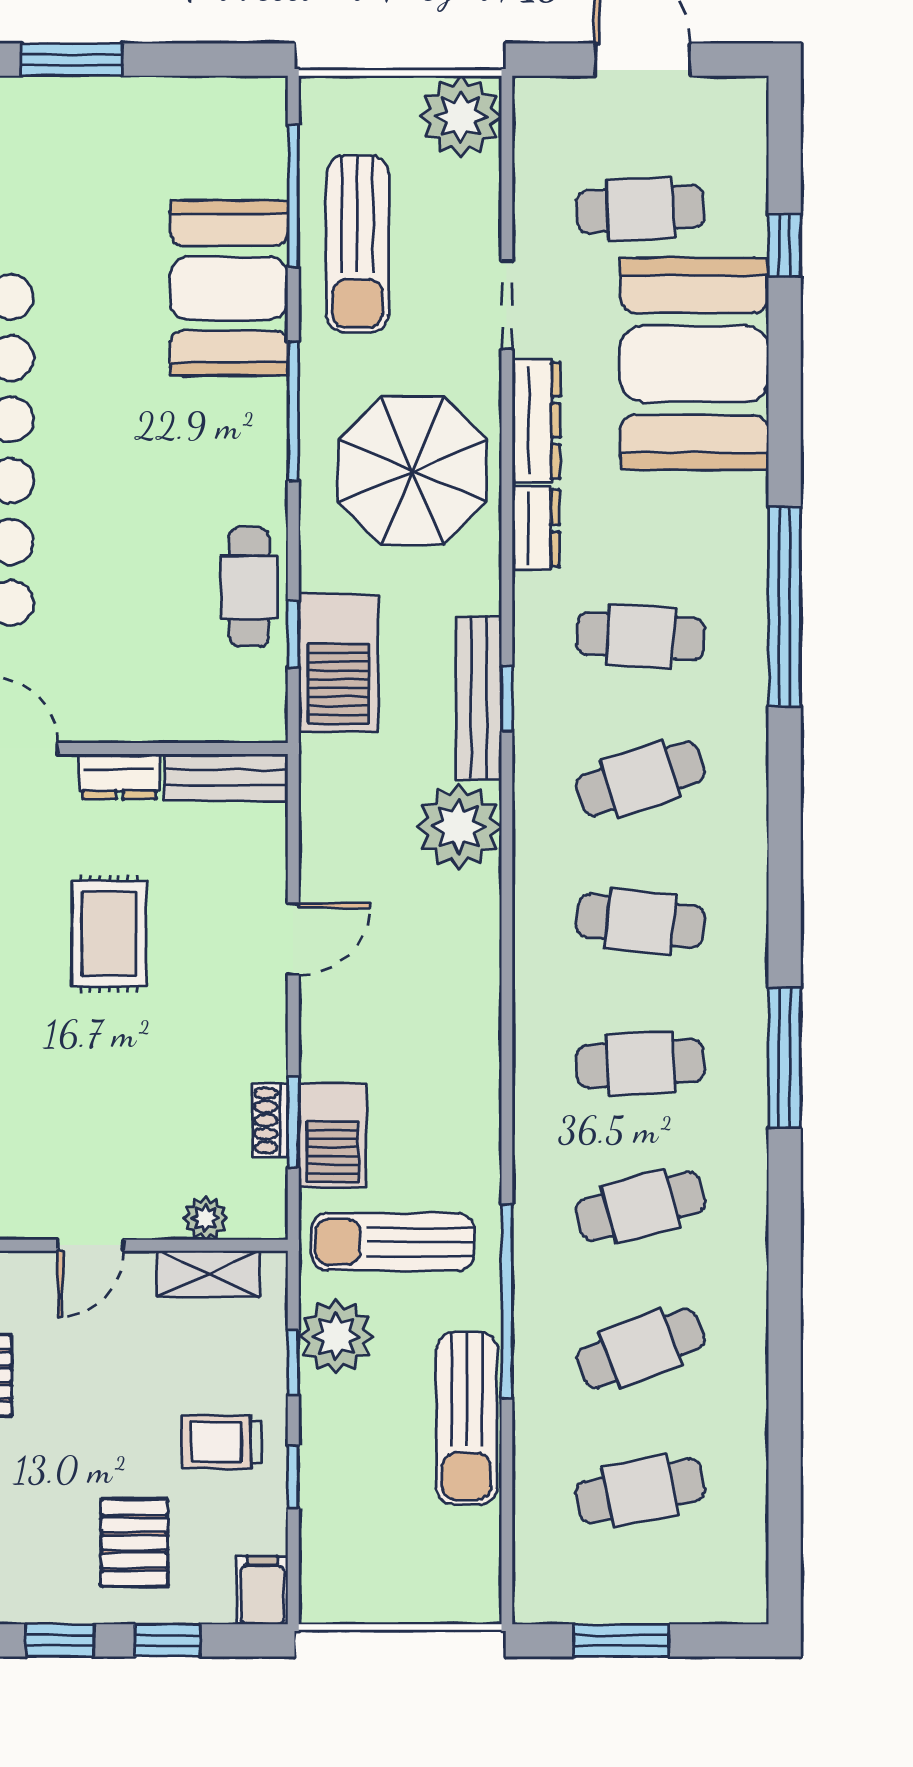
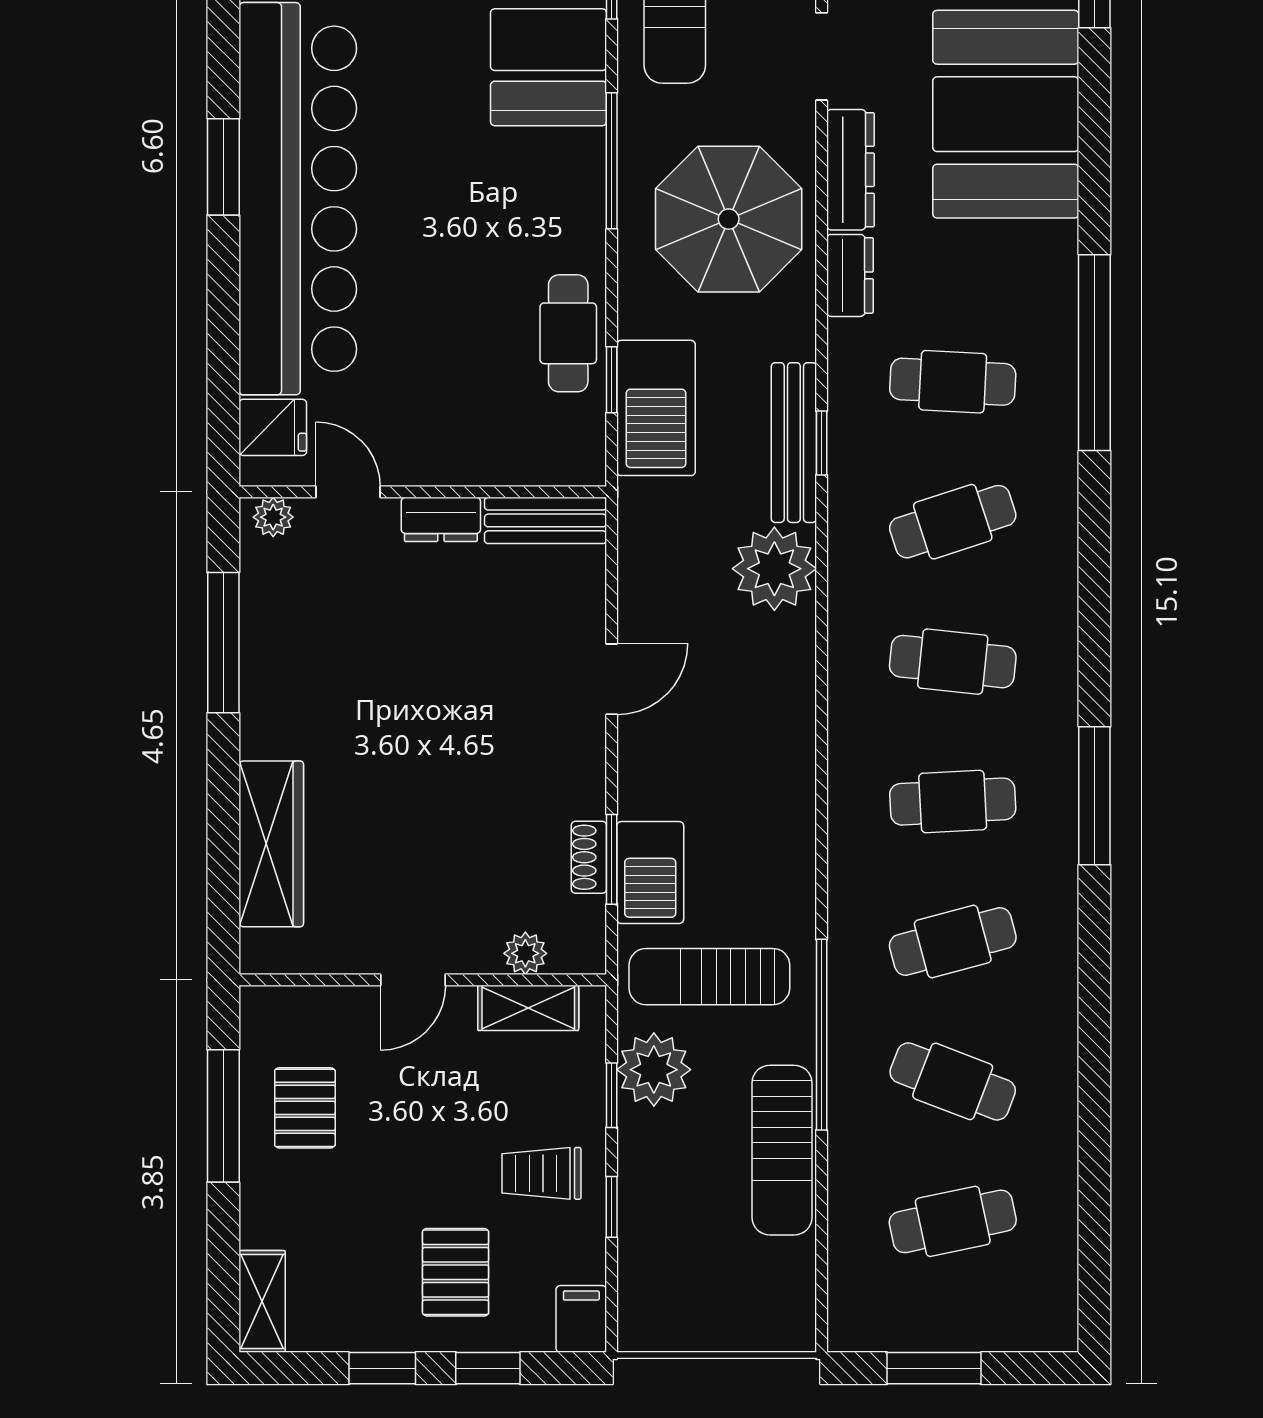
rug: (109, 934) -> (431, 674), removed
cafe table: (640, 1349) -> (953, 1081), turned 42

